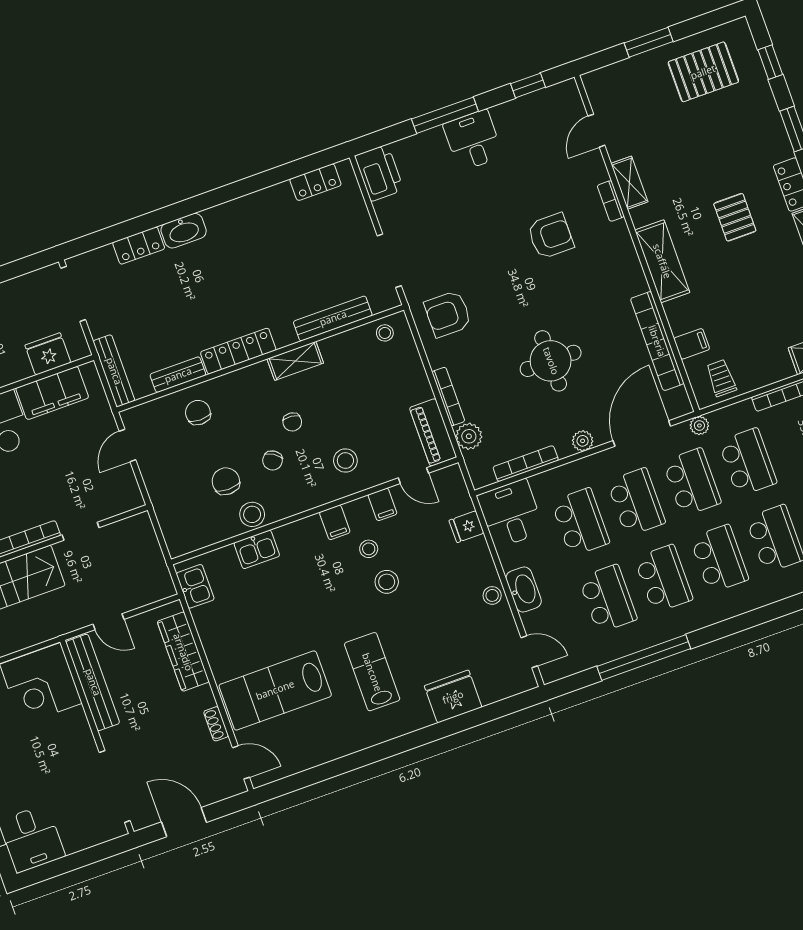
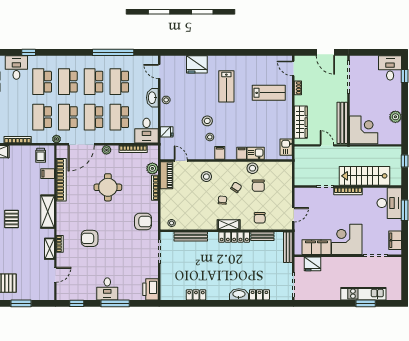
locker: (315, 182) -> (196, 295), moved
shelving: (295, 361) -> (229, 225), moved
filing cabinet: (383, 504) -> (242, 153), moved
lab bench: (275, 690) -> (269, 93), width x0.73, depth x0.72

